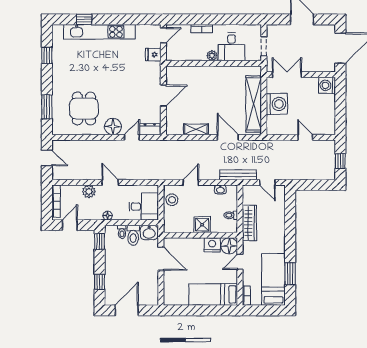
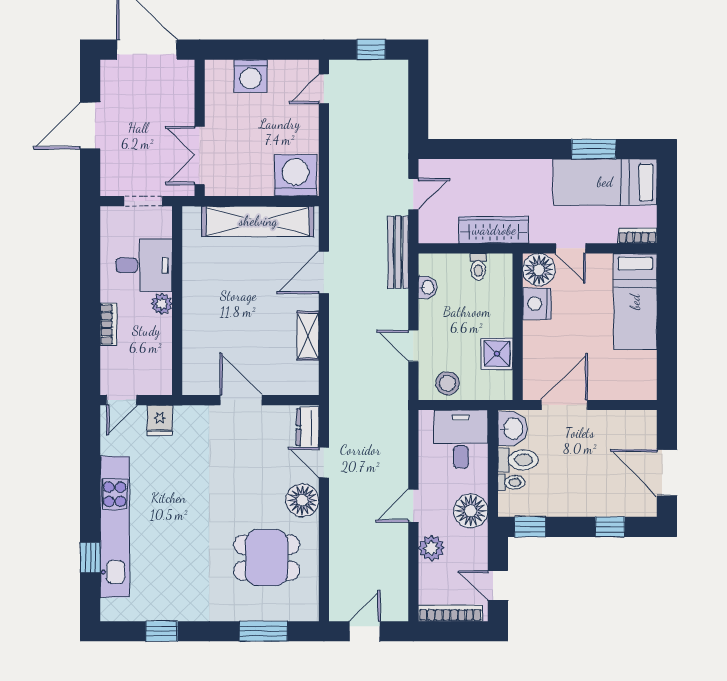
door: (163, 35) -> (122, 400), swing flipped
washing machine: (327, 85) -> (251, 76), moved
washing machine: (277, 104) -> (296, 175), moved
door: (305, 137) -> (324, 89), moved
floor lamp: (108, 216) -> (471, 511), width x1.89, depth x1.89
shower: (202, 225) -> (497, 354), moved

